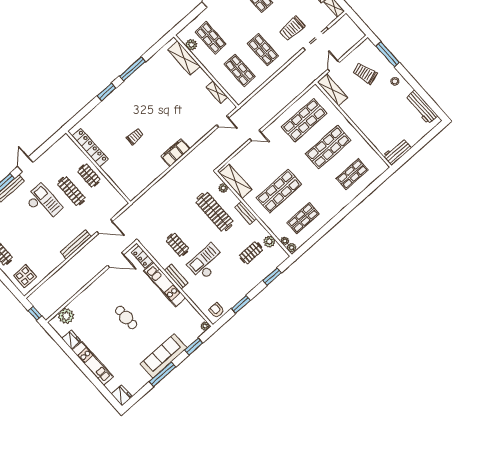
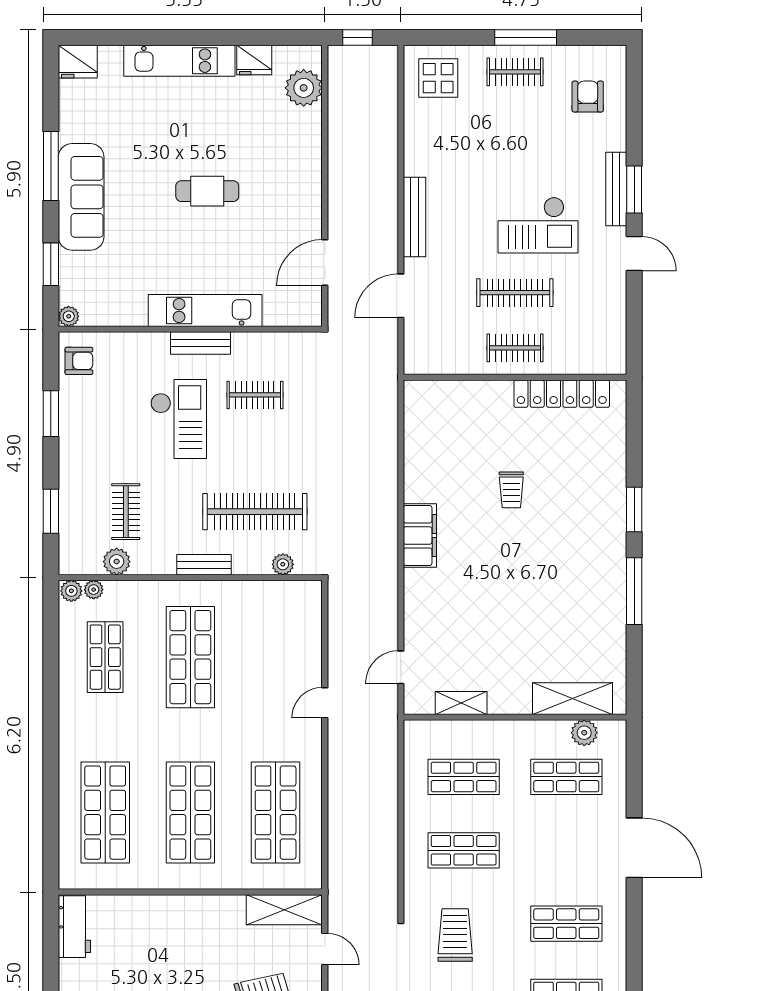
shop shelf: (352, 174) -> (105, 813), width x1.43, depth x1.36
shelving: (236, 181) -> (275, 596), removed
locker: (142, 257) -> (289, 314), removed

